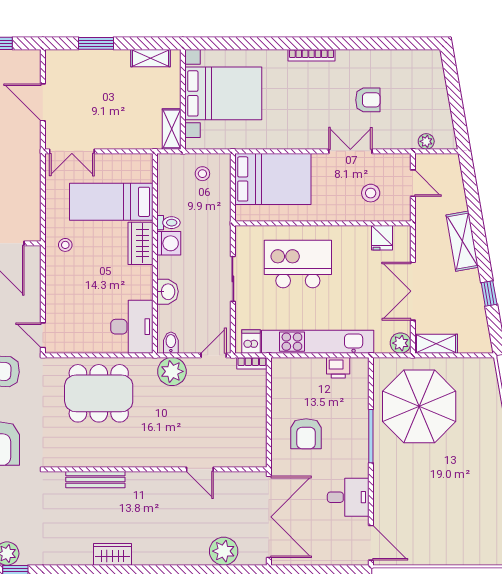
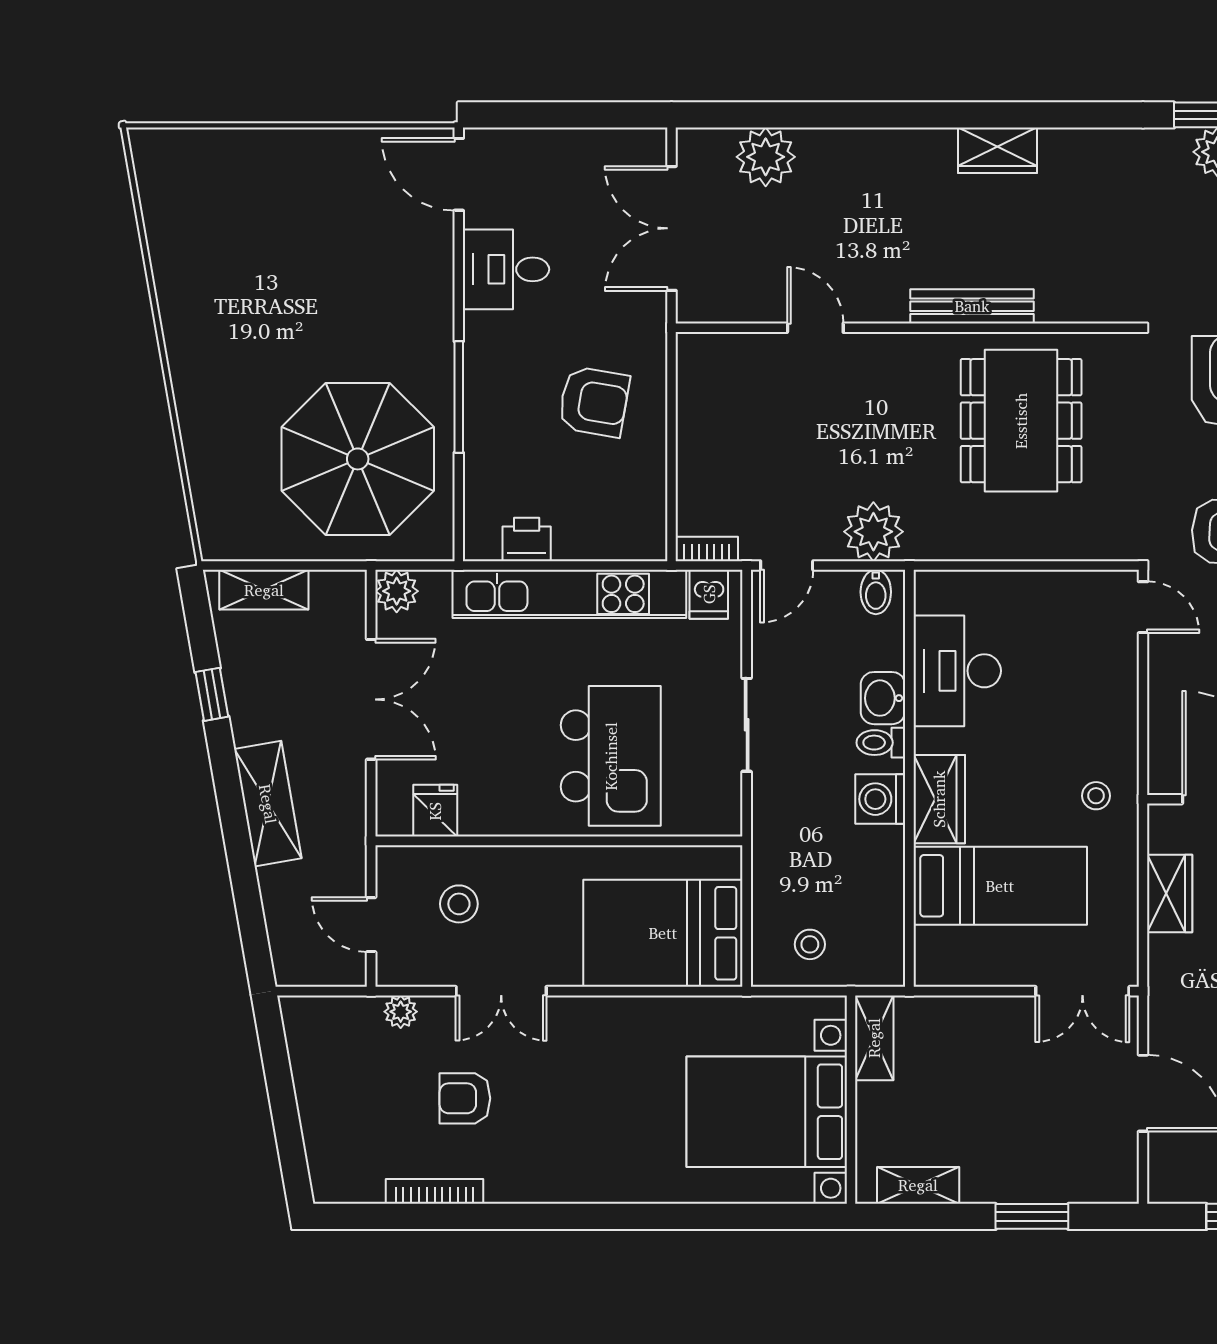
bookcase: (312, 55) -> (435, 1191), moved
plant: (426, 141) -> (401, 1012), moved
double door: (72, 151) -> (1082, 991), swing flipped
wardrobe: (30, 198) -> (1170, 893), added
toilet: (168, 223) -> (881, 743), moved
kitchen island: (298, 264) -> (611, 756), turned -90
desk: (132, 327) -> (957, 671), moved
shelving: (436, 344) -> (264, 590), moved
dining table: (99, 393) -> (1021, 421), moved, turned 90
armchair: (306, 434) -> (594, 402), turned 100
bench: (95, 480) -> (972, 306), moved
double door: (269, 517) -> (672, 228), width x0.73

